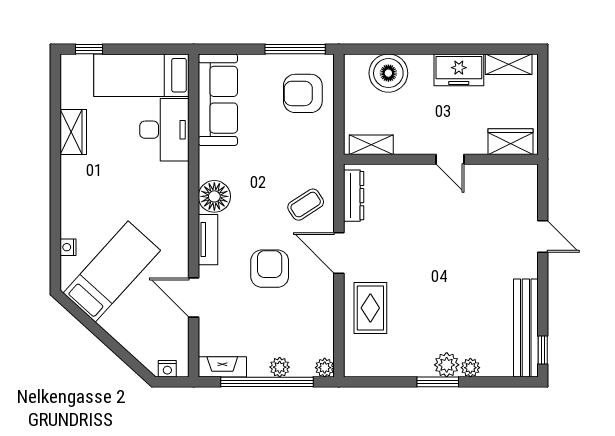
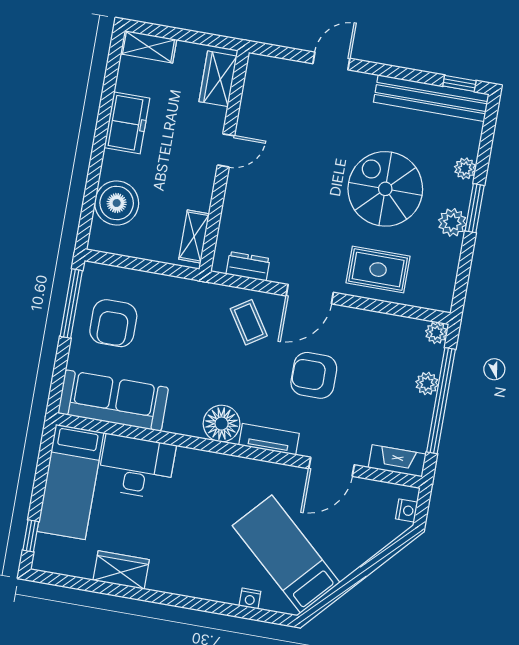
shelving: (509, 64) -> (149, 47), moved, turned 90
armchair: (303, 93) -> (113, 323), moved
dresser: (354, 196) -> (248, 266), width x0.70
spiral stairs: (441, 302) -> (385, 189), added
plant: (447, 365) -> (452, 222), moved
fireplace: (222, 367) -> (397, 461), moved, turned 90

